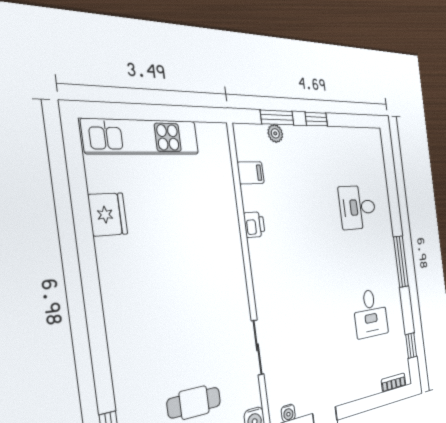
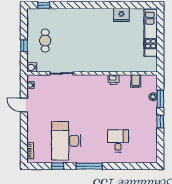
desk: (370, 313) -> (66, 141), width x1.87, depth x1.30
window: (411, 346) -> (58, 166), moved

